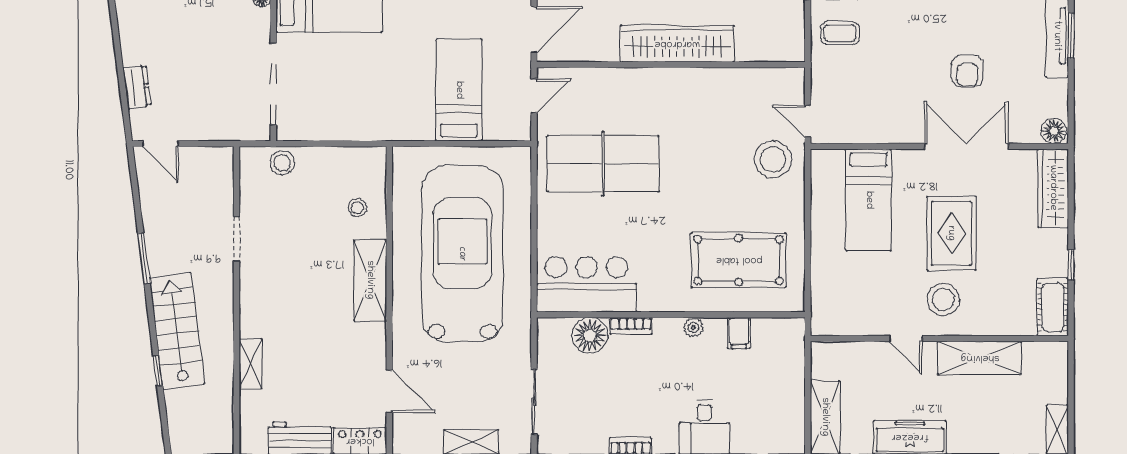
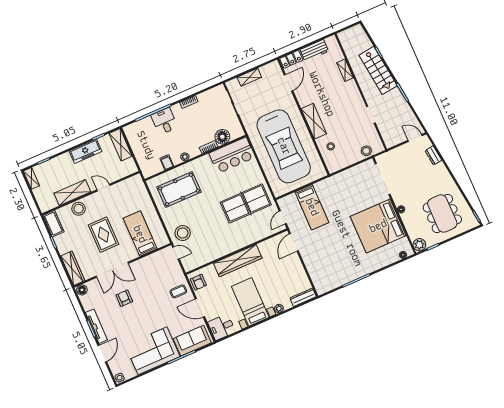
armchair: (786, 34) -> (198, 282), added
stool: (943, 299) -> (79, 209), moved
door: (389, 391) -> (289, 83), swing flipped

